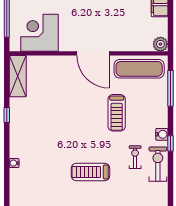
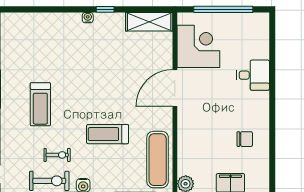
door: (93, 53) -> (175, 88), moved
water cooler: (14, 163) -> (88, 18), moved
treadmill: (90, 172) -> (40, 104), turned 180

